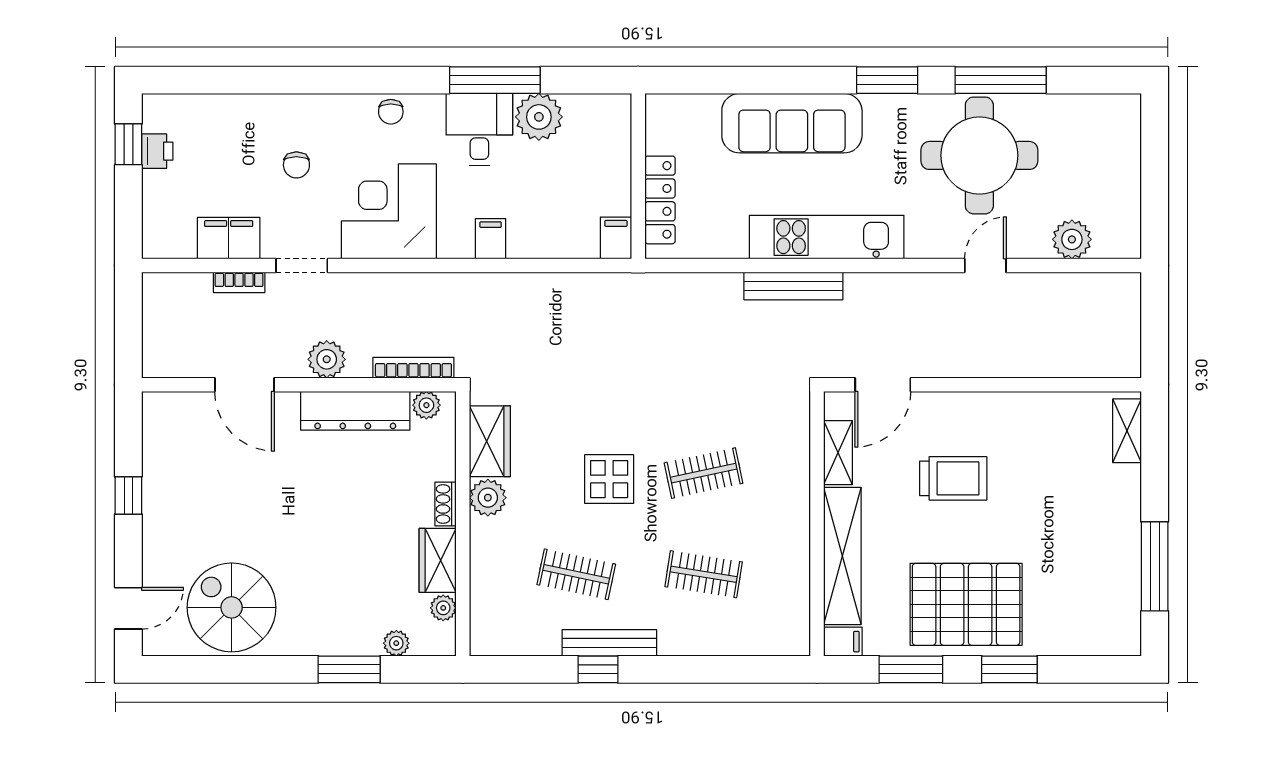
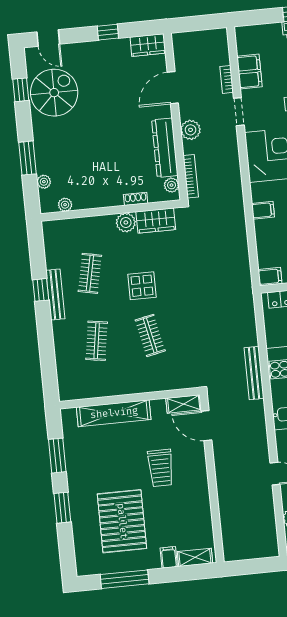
shelving: (838, 453) -> (184, 404), moved
shoe rack: (446, 504) -> (136, 199), moved
wardrobe: (438, 560) -> (148, 45), moved, turned 180
pallet: (966, 604) -> (122, 521), moved
filing cabinet: (843, 642) -> (169, 557), moved, turned 180
window: (220, 669) -> (21, 90), added

